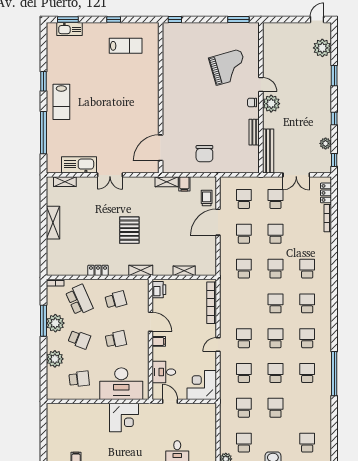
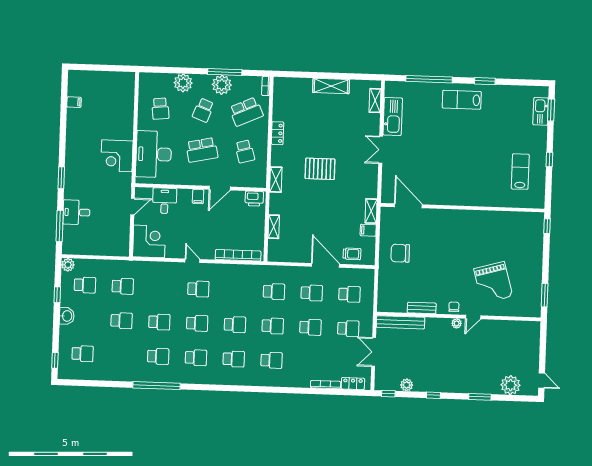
lab bench: (126, 46) -> (520, 172), turned 180
plant: (271, 104) -> (457, 323), width x0.53, depth x0.53
school desk: (116, 339) -> (202, 150), width x1.85
school desk: (244, 373) -> (161, 288), removed

